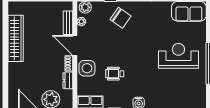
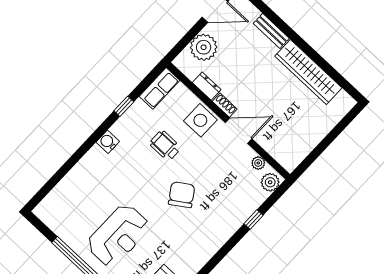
chair: (121, 18) -> (182, 195), moved, turned 111
bench: (68, 23) -> (271, 31), moved
wheelchair: (115, 74) -> (165, 146), turned -90

